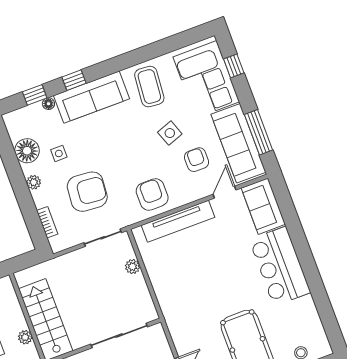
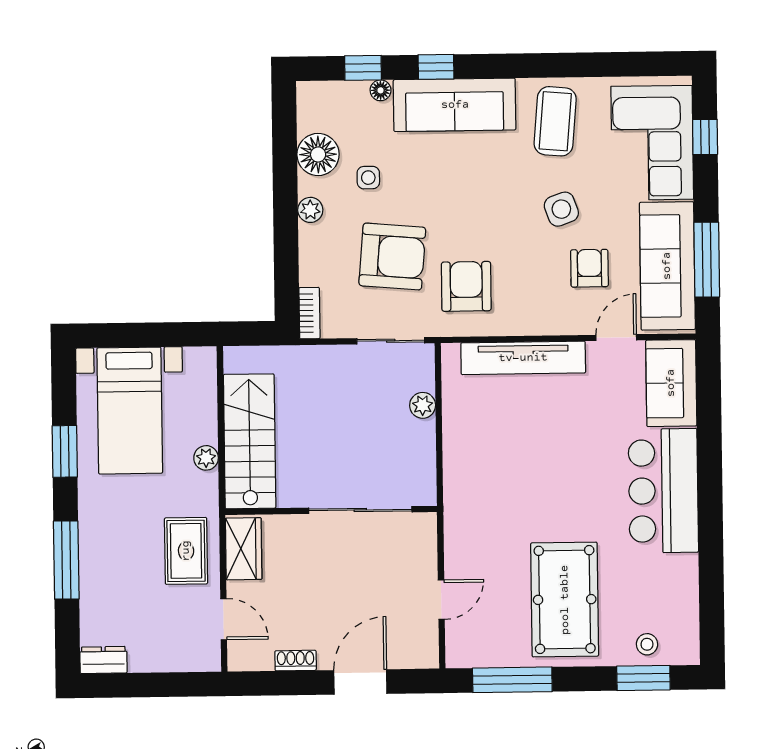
armchair: (152, 194) -> (466, 286), moved
bookcase: (47, 222) -> (309, 313), moved

